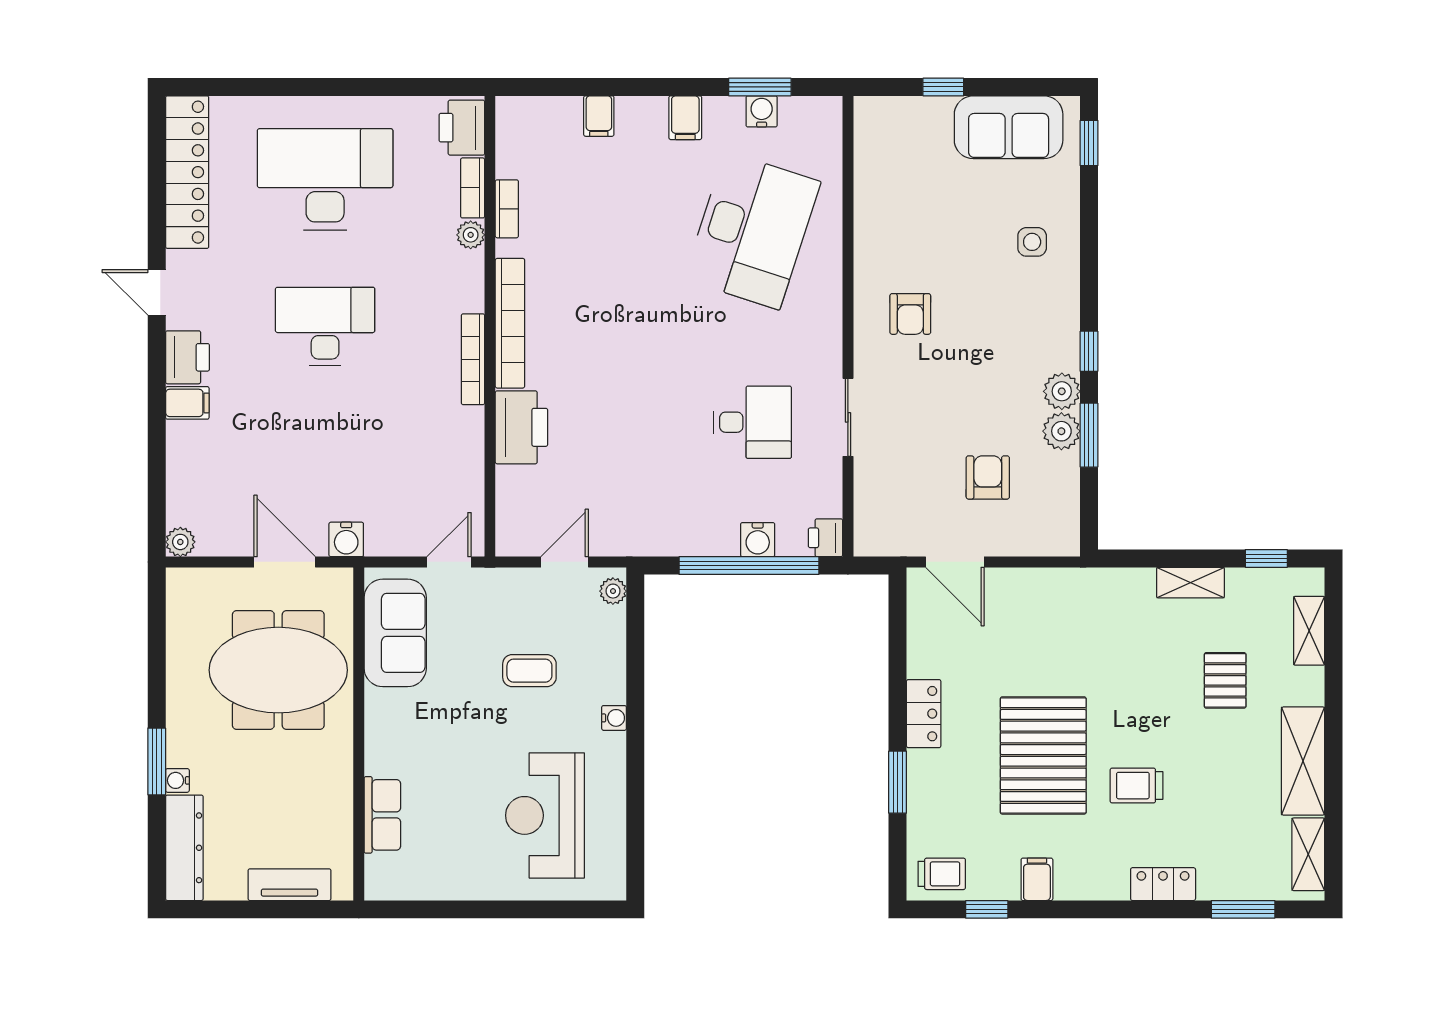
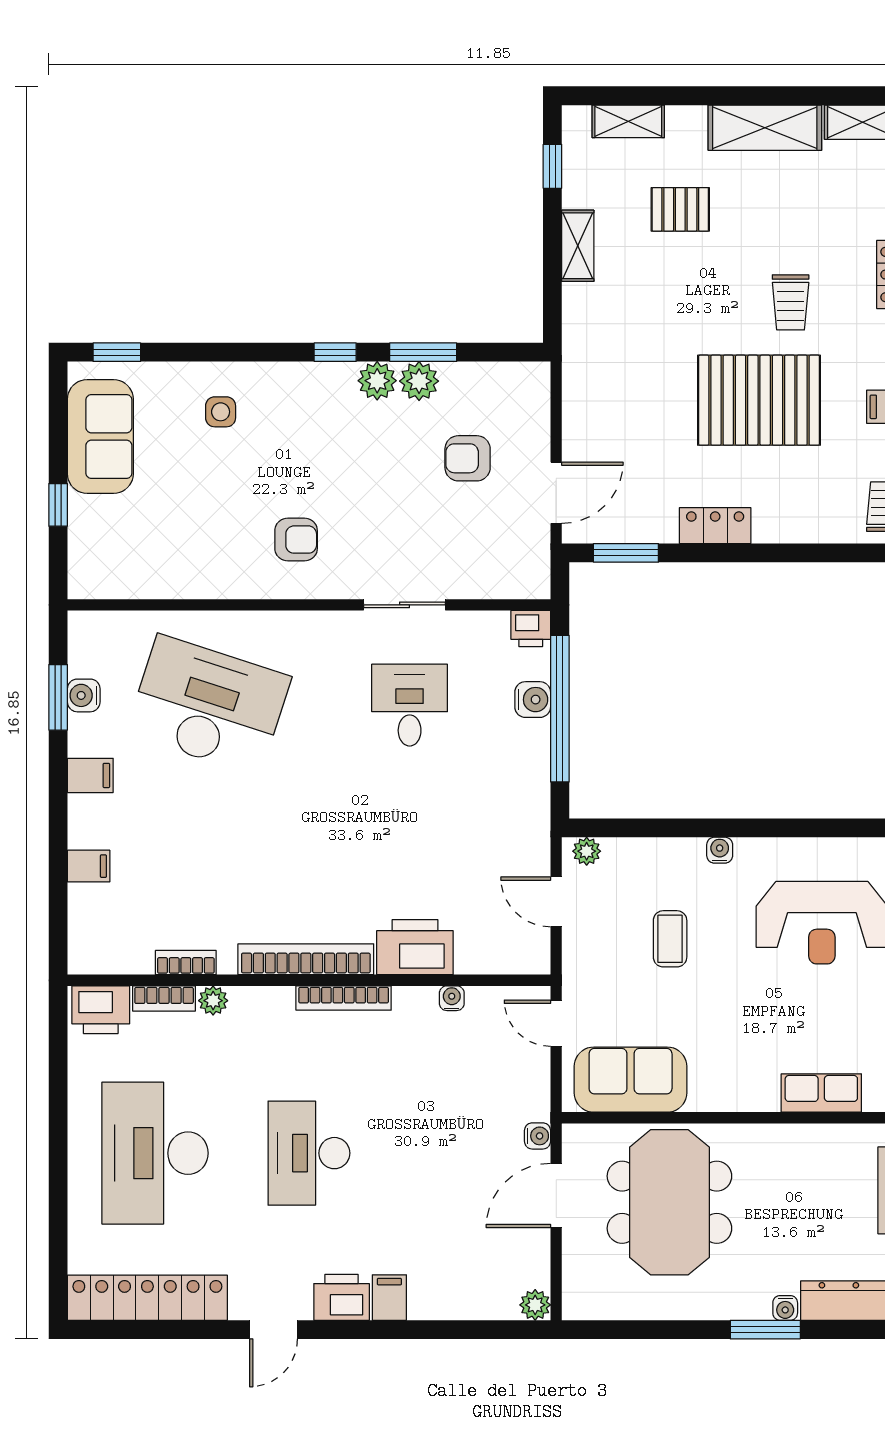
water cooler: (473, 462) -> (452, 998), added
water cooler: (346, 539) -> (538, 1136), width x0.72, depth x0.72
window: (898, 782) -> (626, 553), moved

